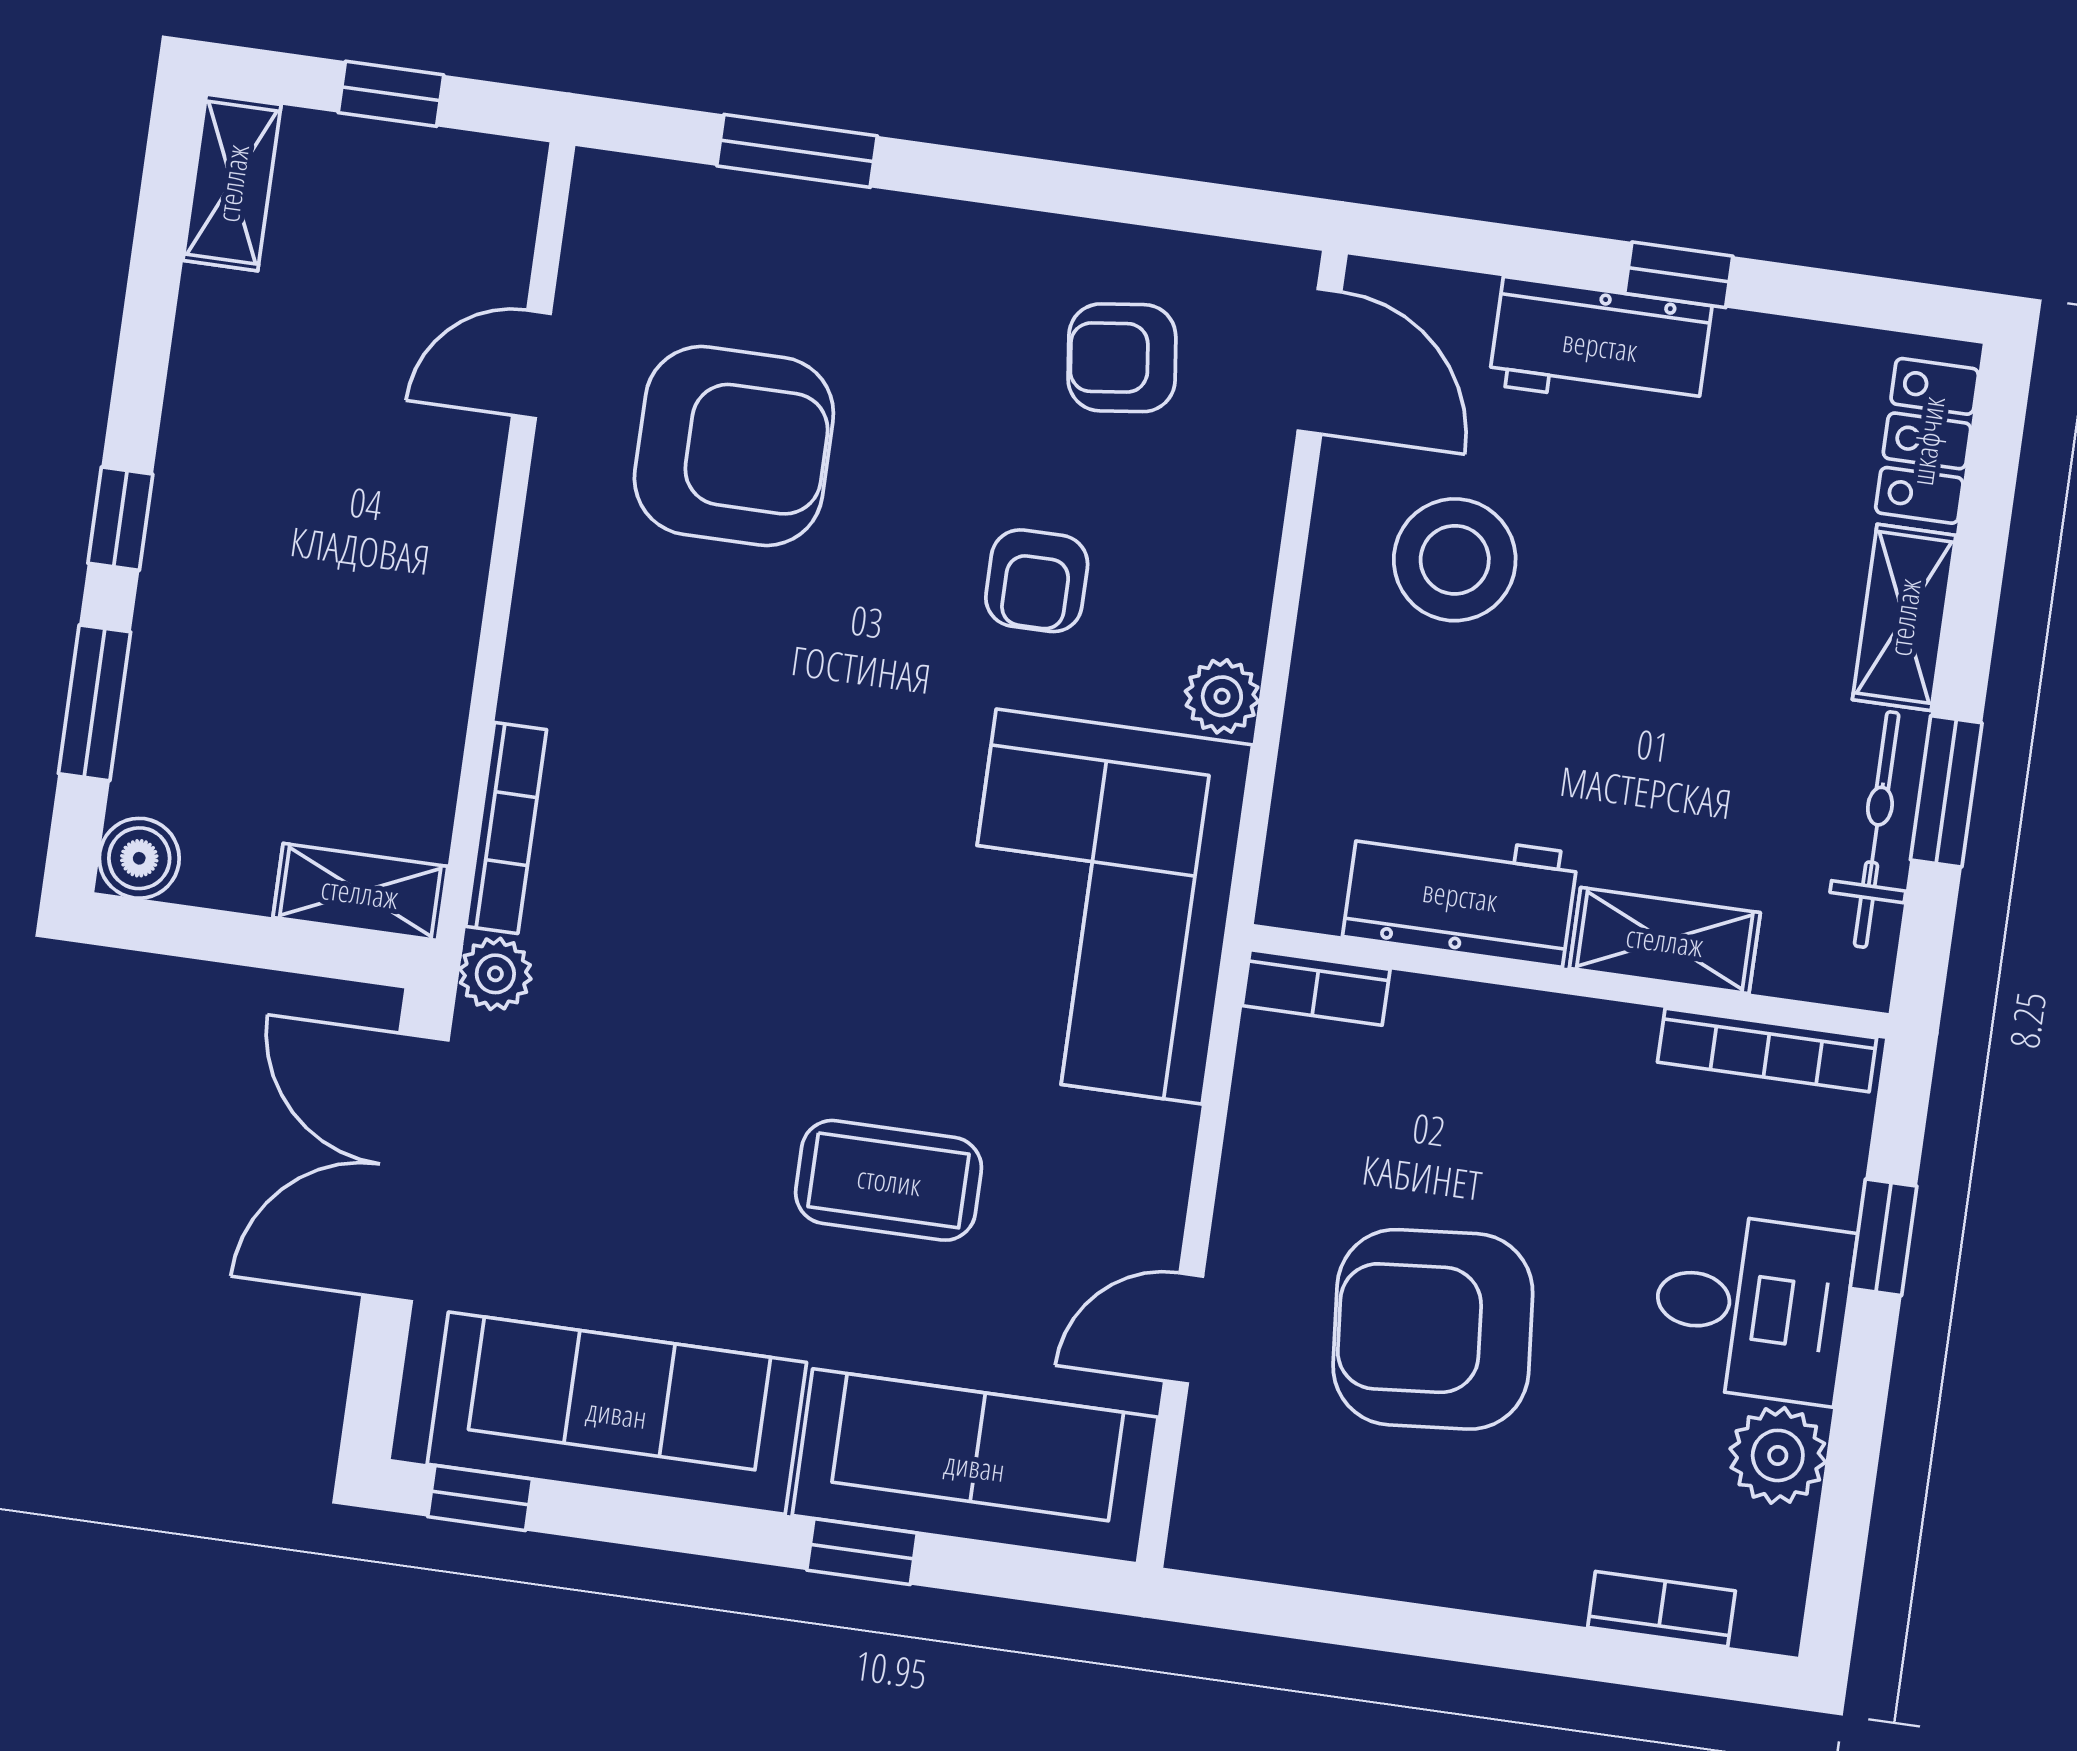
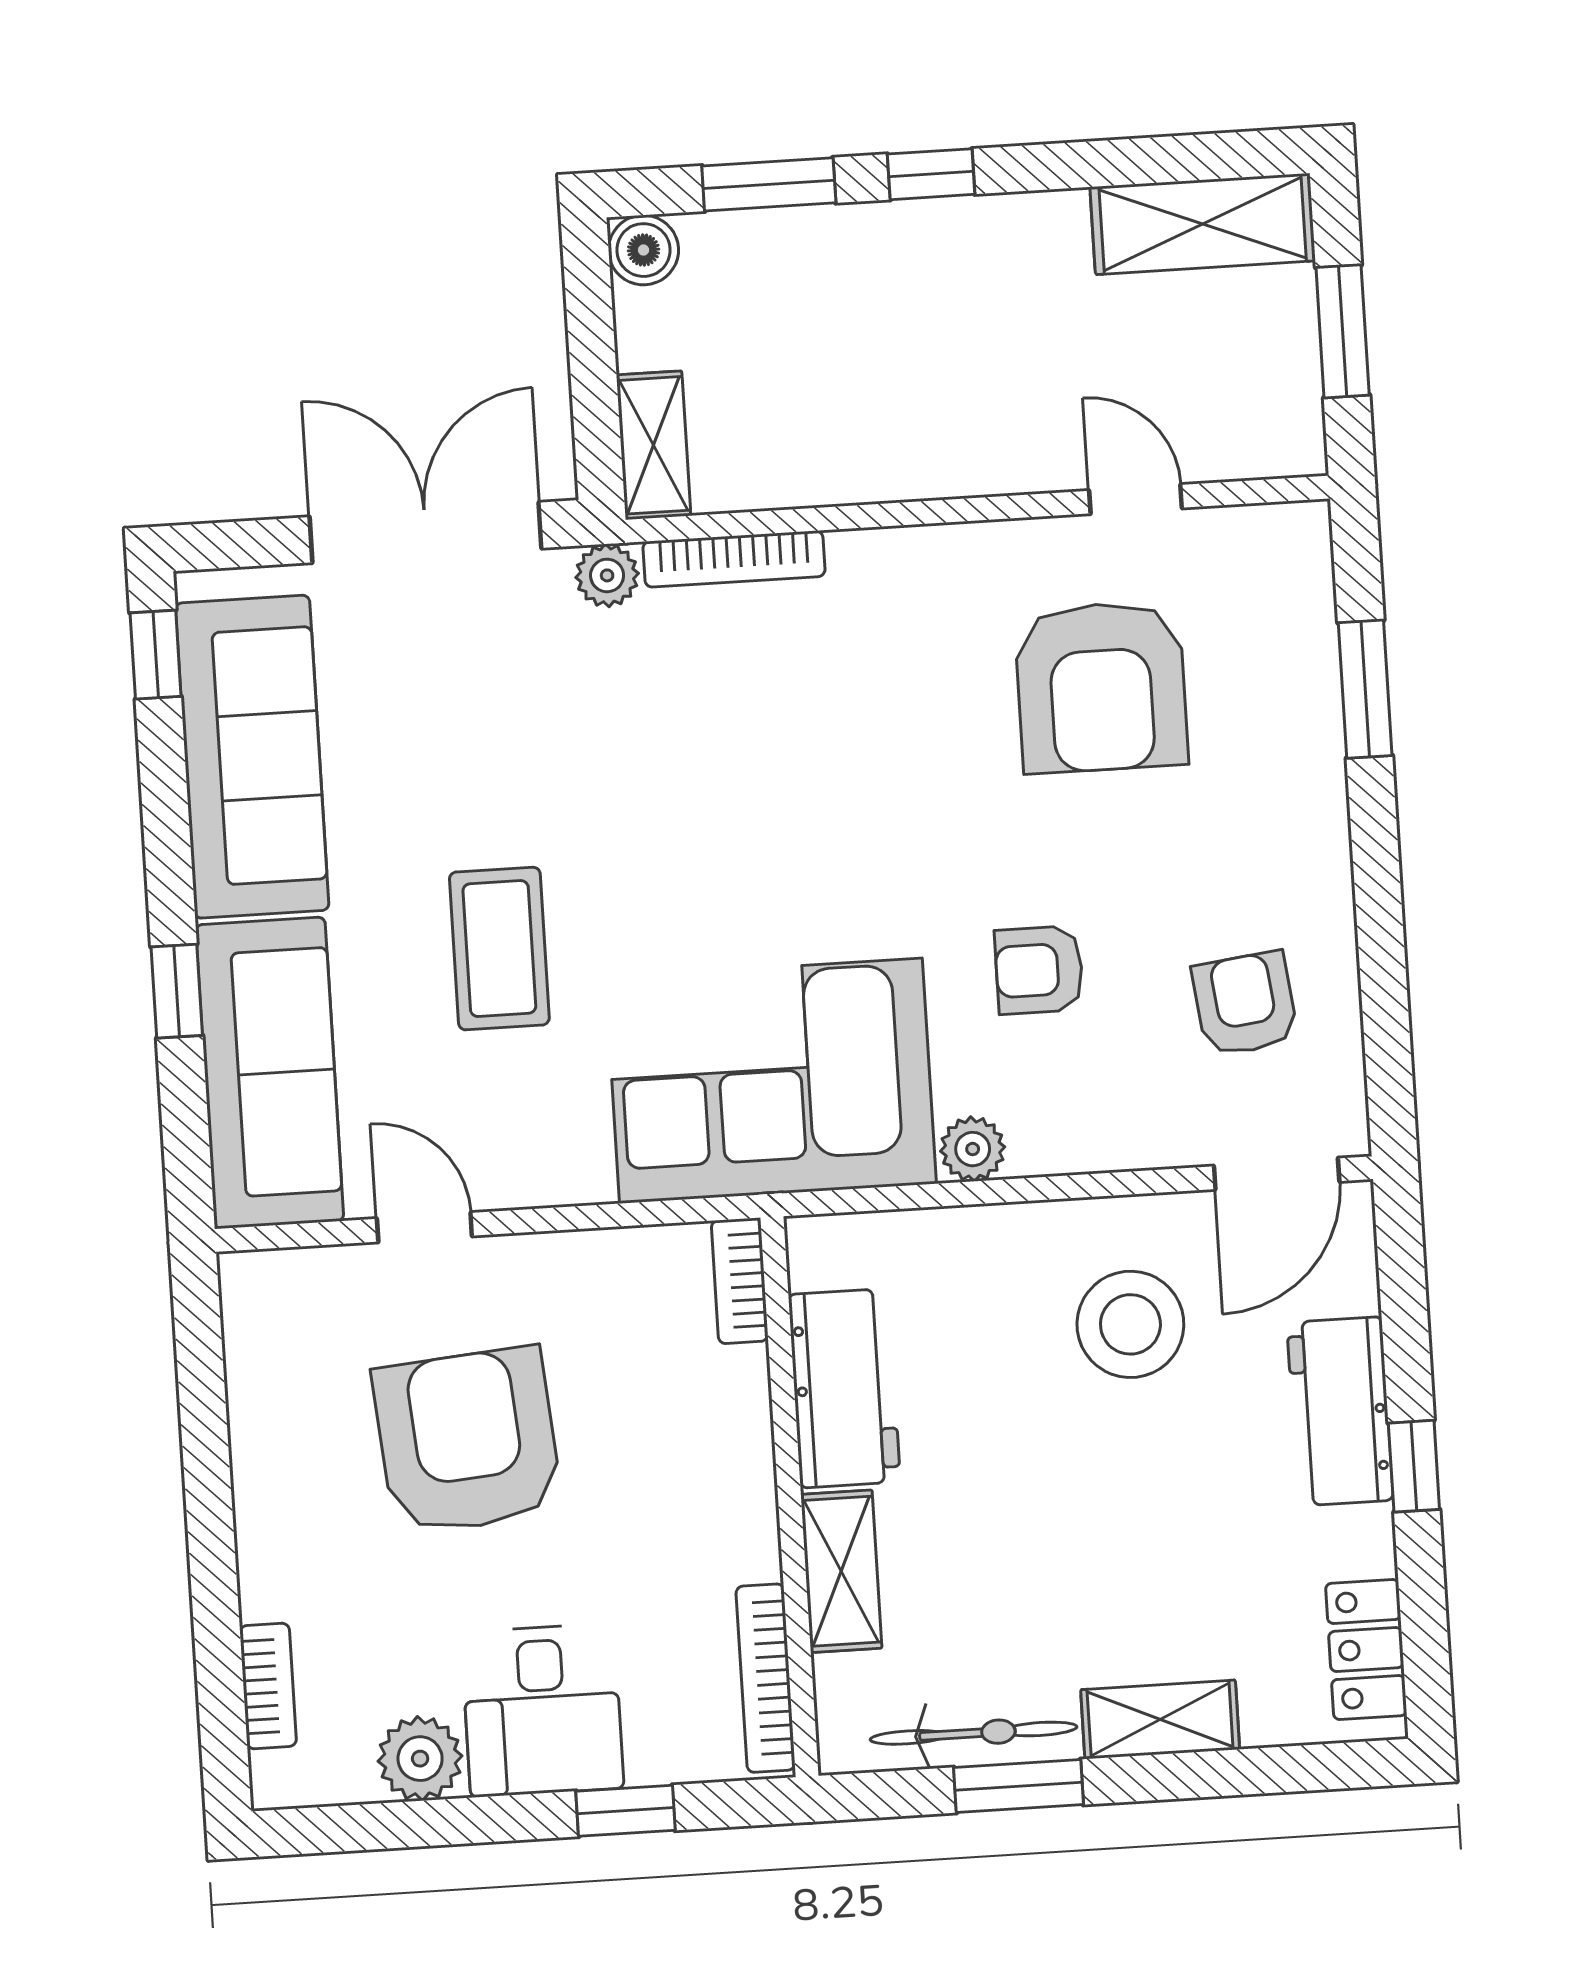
window: (391, 94) -> (1343, 331), width x1.50
shelving: (232, 183) -> (1203, 224), width x1.50, depth x1.33
locker: (1927, 441) -> (1366, 1649), moved, turned -90

